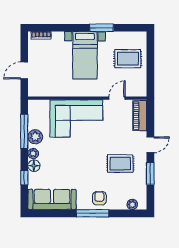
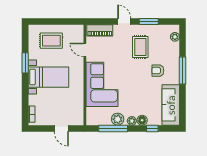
rug: (128, 59) -> (51, 41), turned 90
armchair: (99, 198) -> (158, 71), moved

